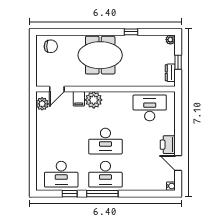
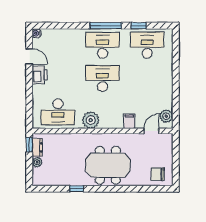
plant: (170, 40) -> (37, 162), moved
window: (178, 62) -> (29, 145), moved
plant: (94, 100) -> (91, 120), moved

